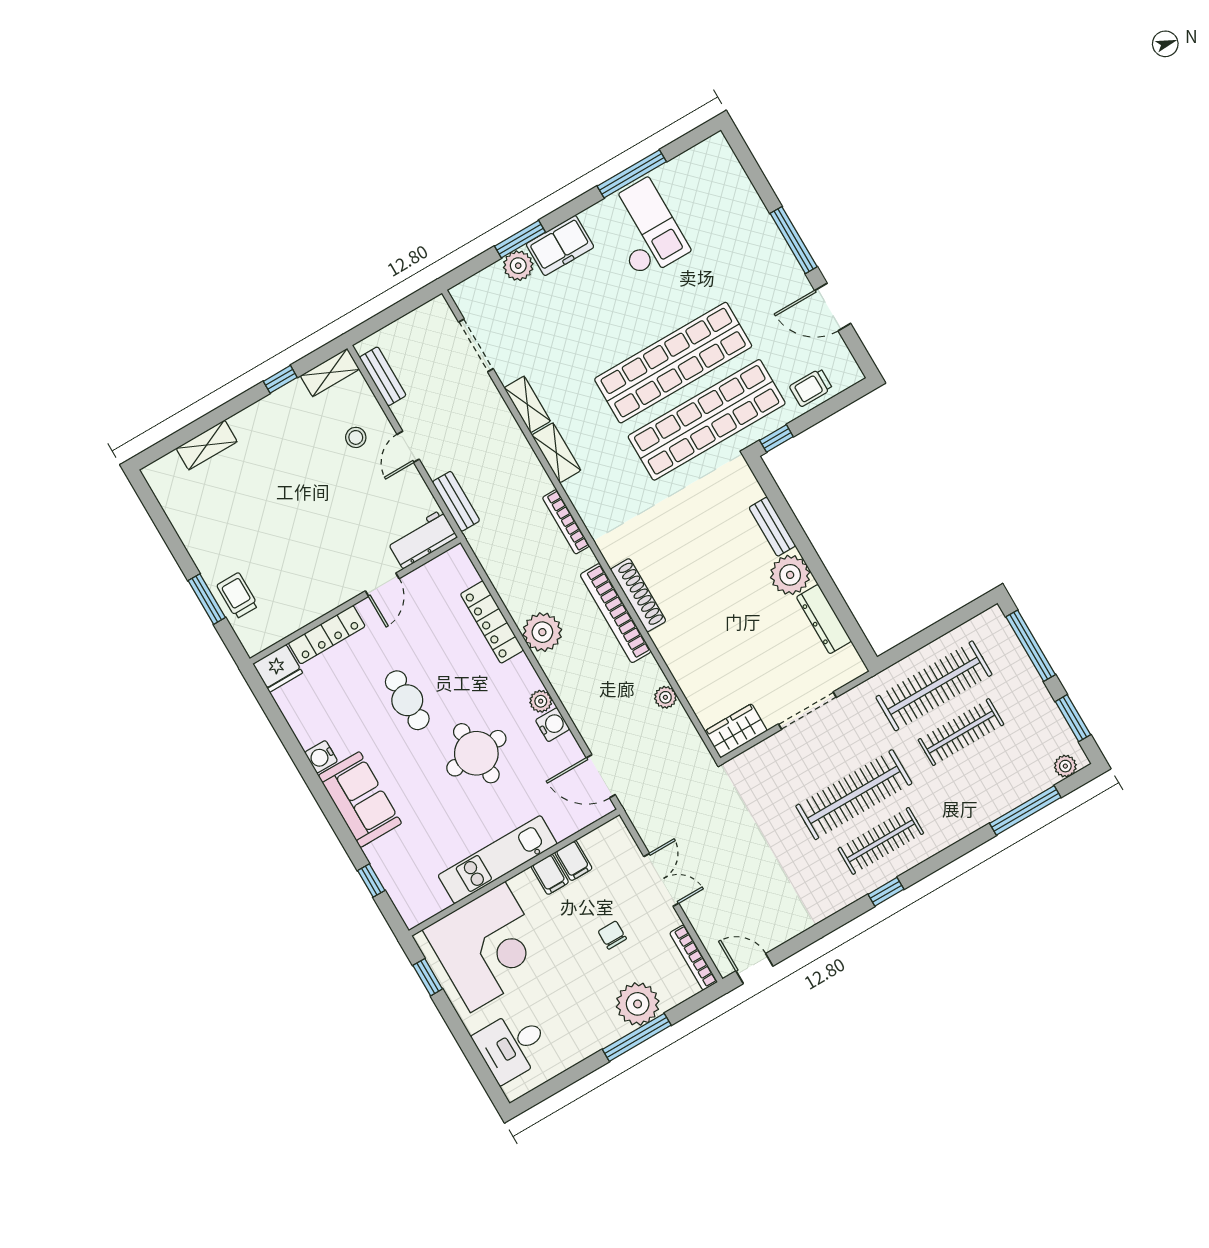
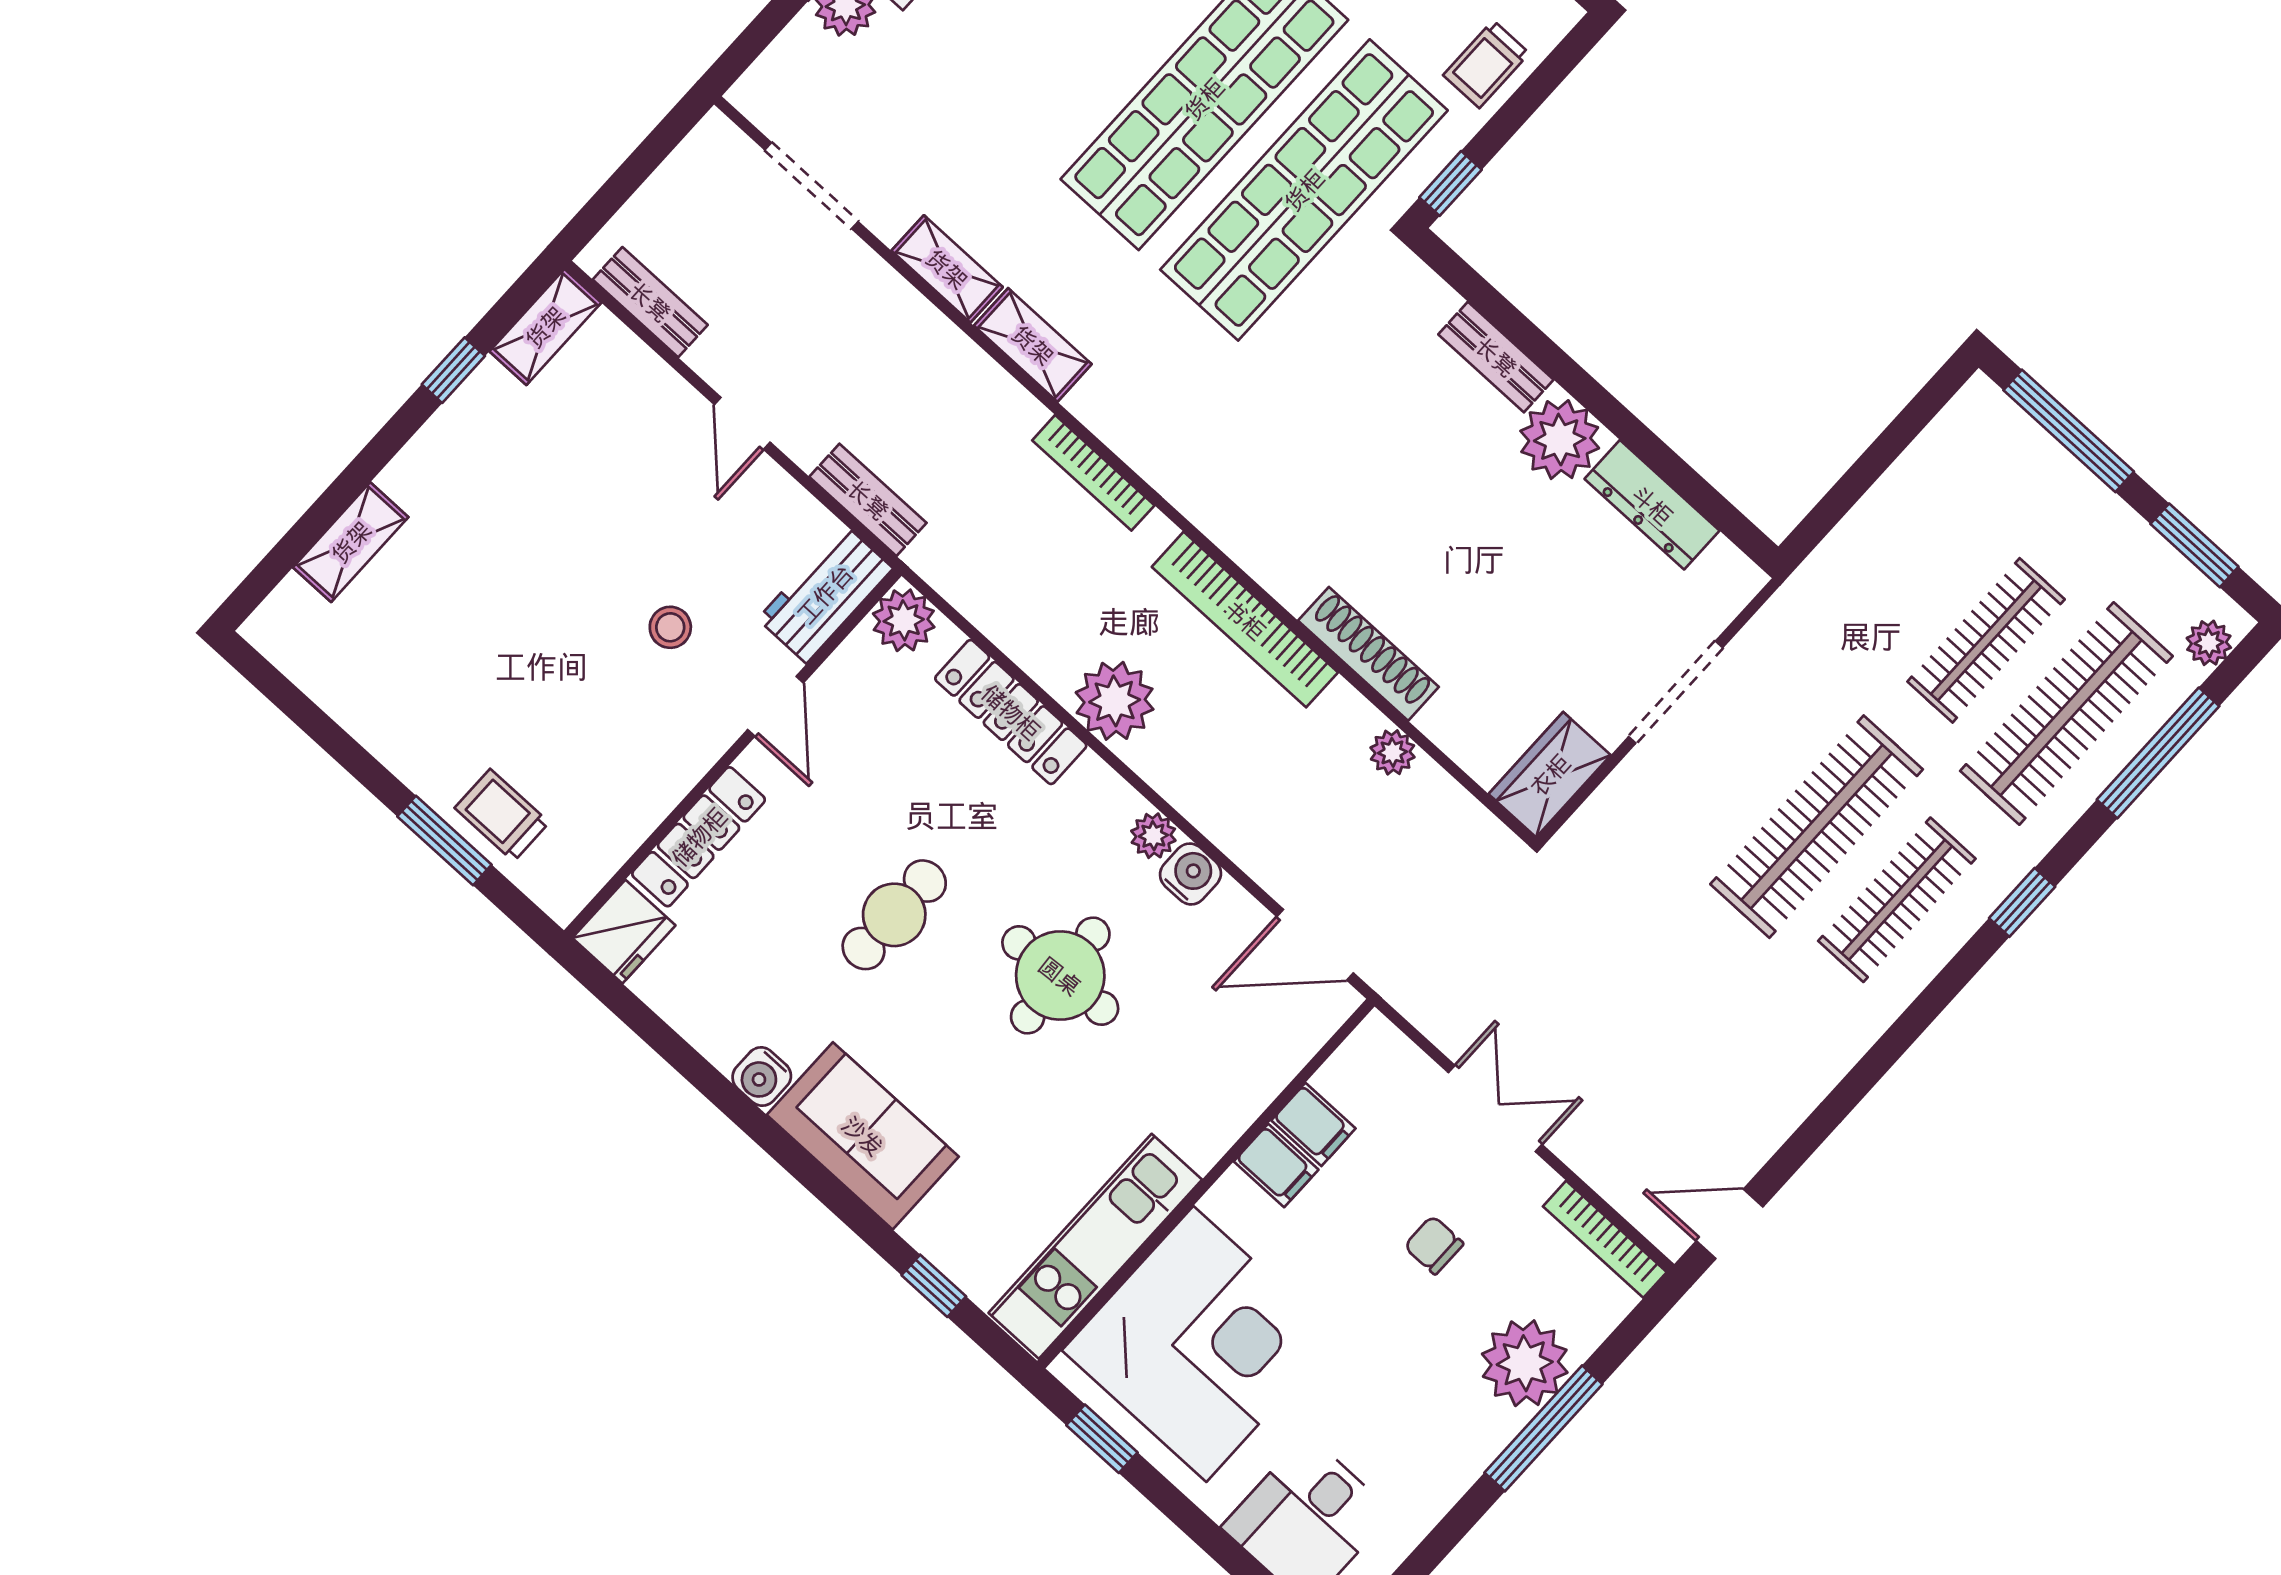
stool: (356, 437) -> (670, 627), moved
plant: (455, 563) -> (904, 620), added
shoe rack: (638, 595) -> (1368, 654), moved
clothes rail: (934, 686) -> (2066, 714), moved
cafe table: (407, 700) -> (894, 915), turned 90
kitchen unit: (498, 860) -> (1095, 1246), moved
window: (886, 892) -> (2022, 902), moved

